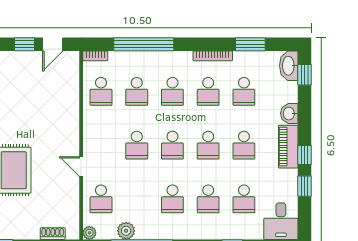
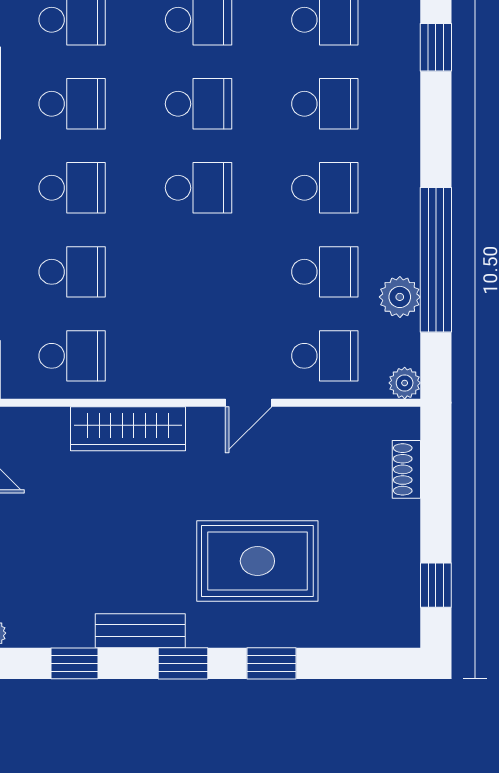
wardrobe: (70, 115) -> (128, 429), added
school desk: (137, 145) -> (325, 272), moved

